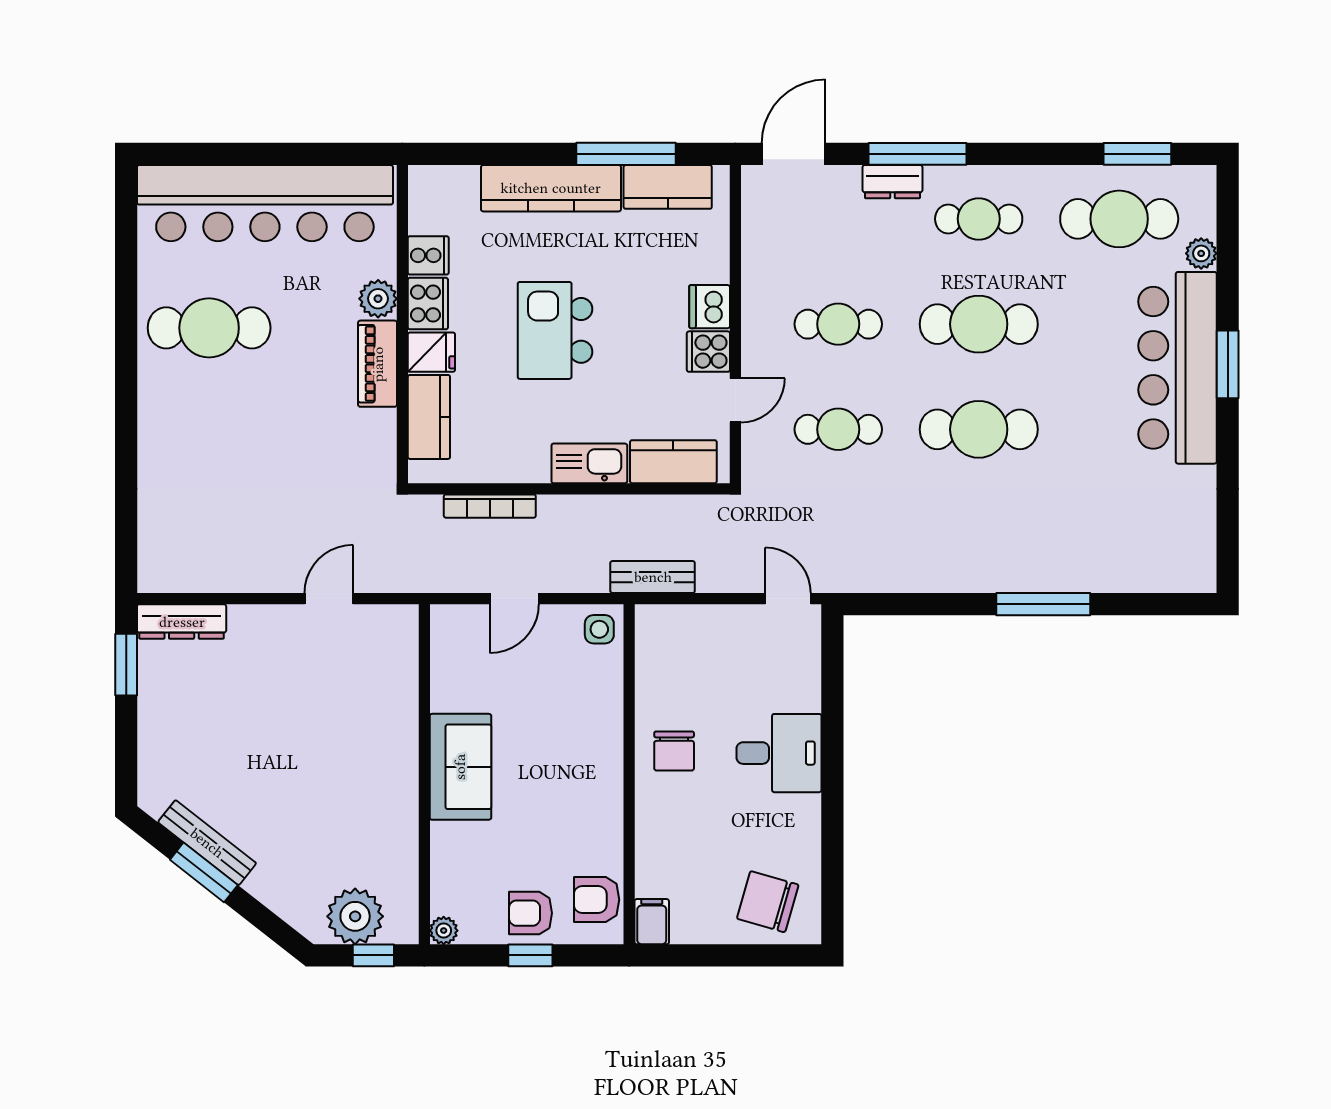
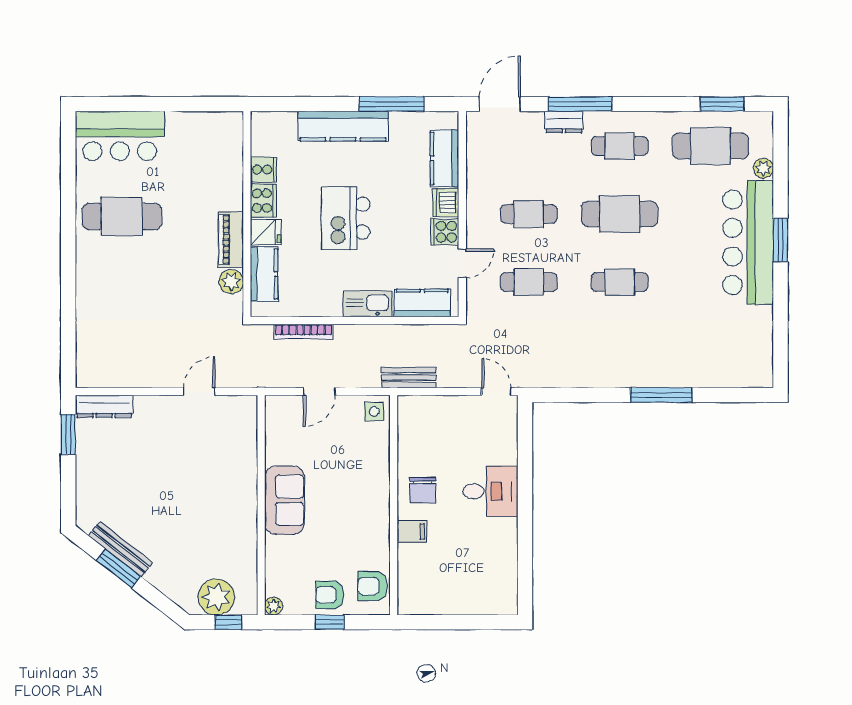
kitchen counter: (668, 187) -> (444, 158), moved, turned 90
bar counter: (265, 203) -> (120, 136), width x0.54
plant: (378, 299) -> (231, 282), moved
cafe table: (979, 429) -> (620, 282), width x0.73, depth x0.74
chair: (768, 902) -> (483, 587), removed
filing cabinet: (652, 922) -> (412, 532), moved, turned 90

